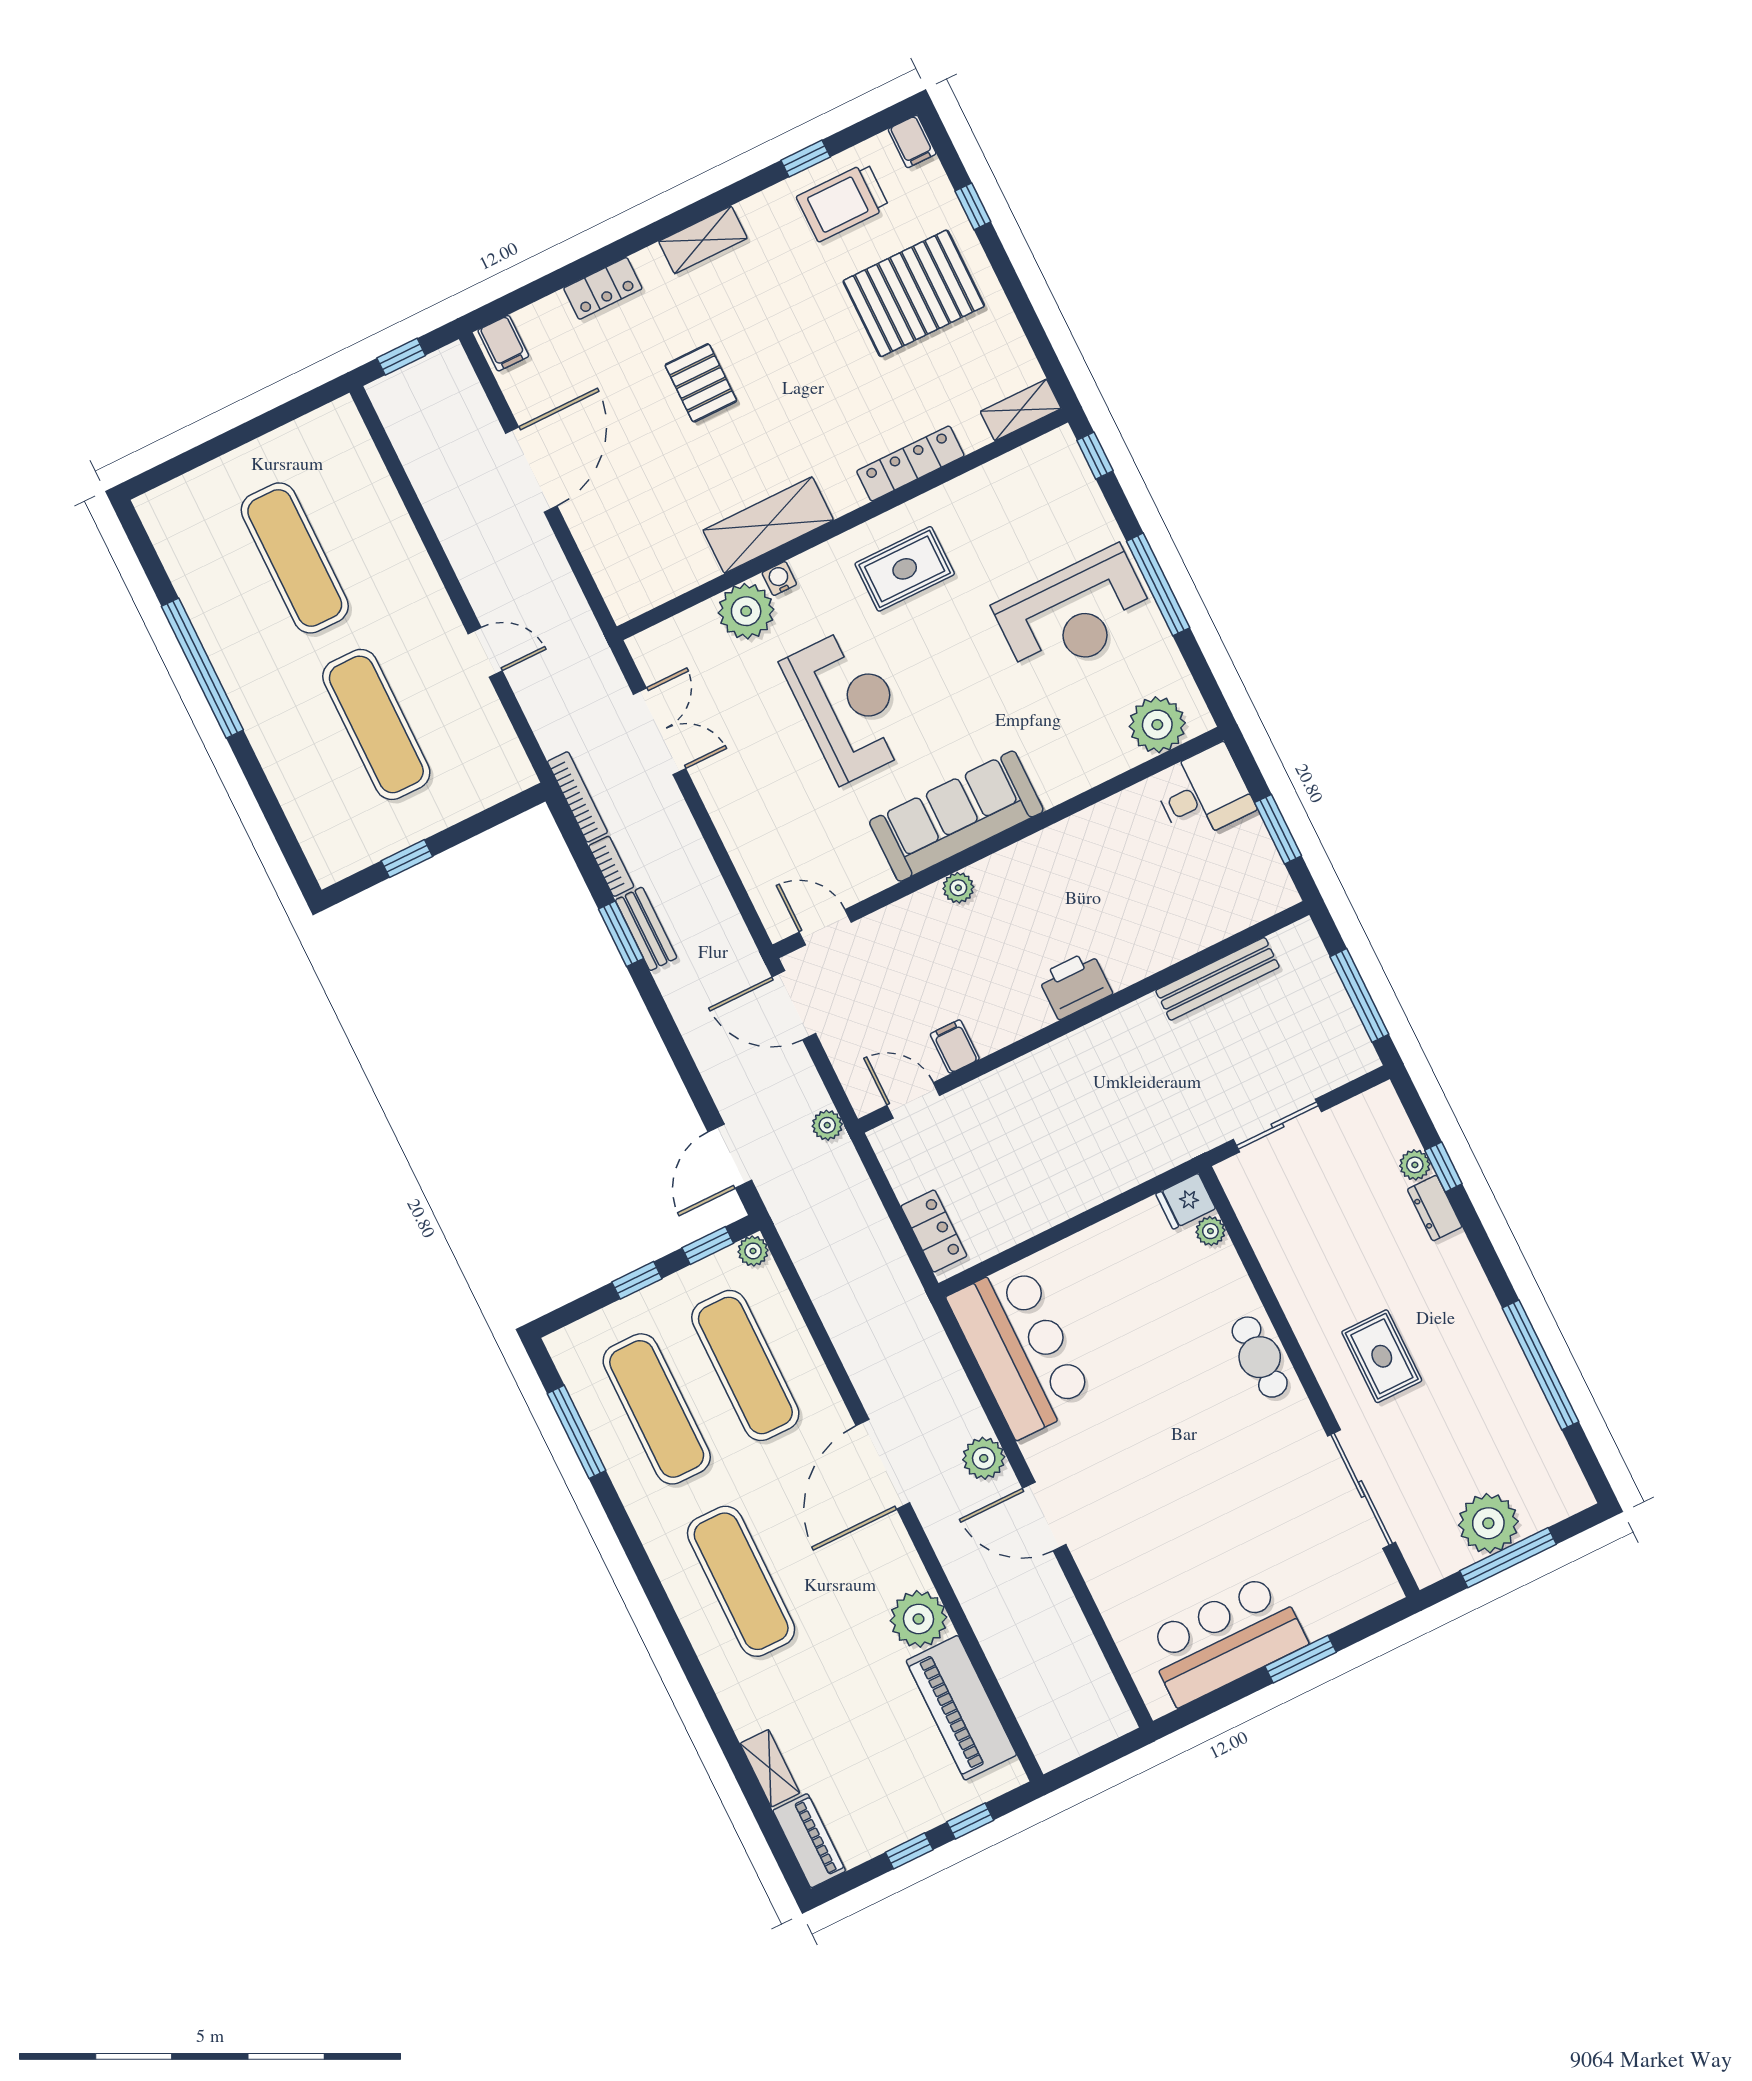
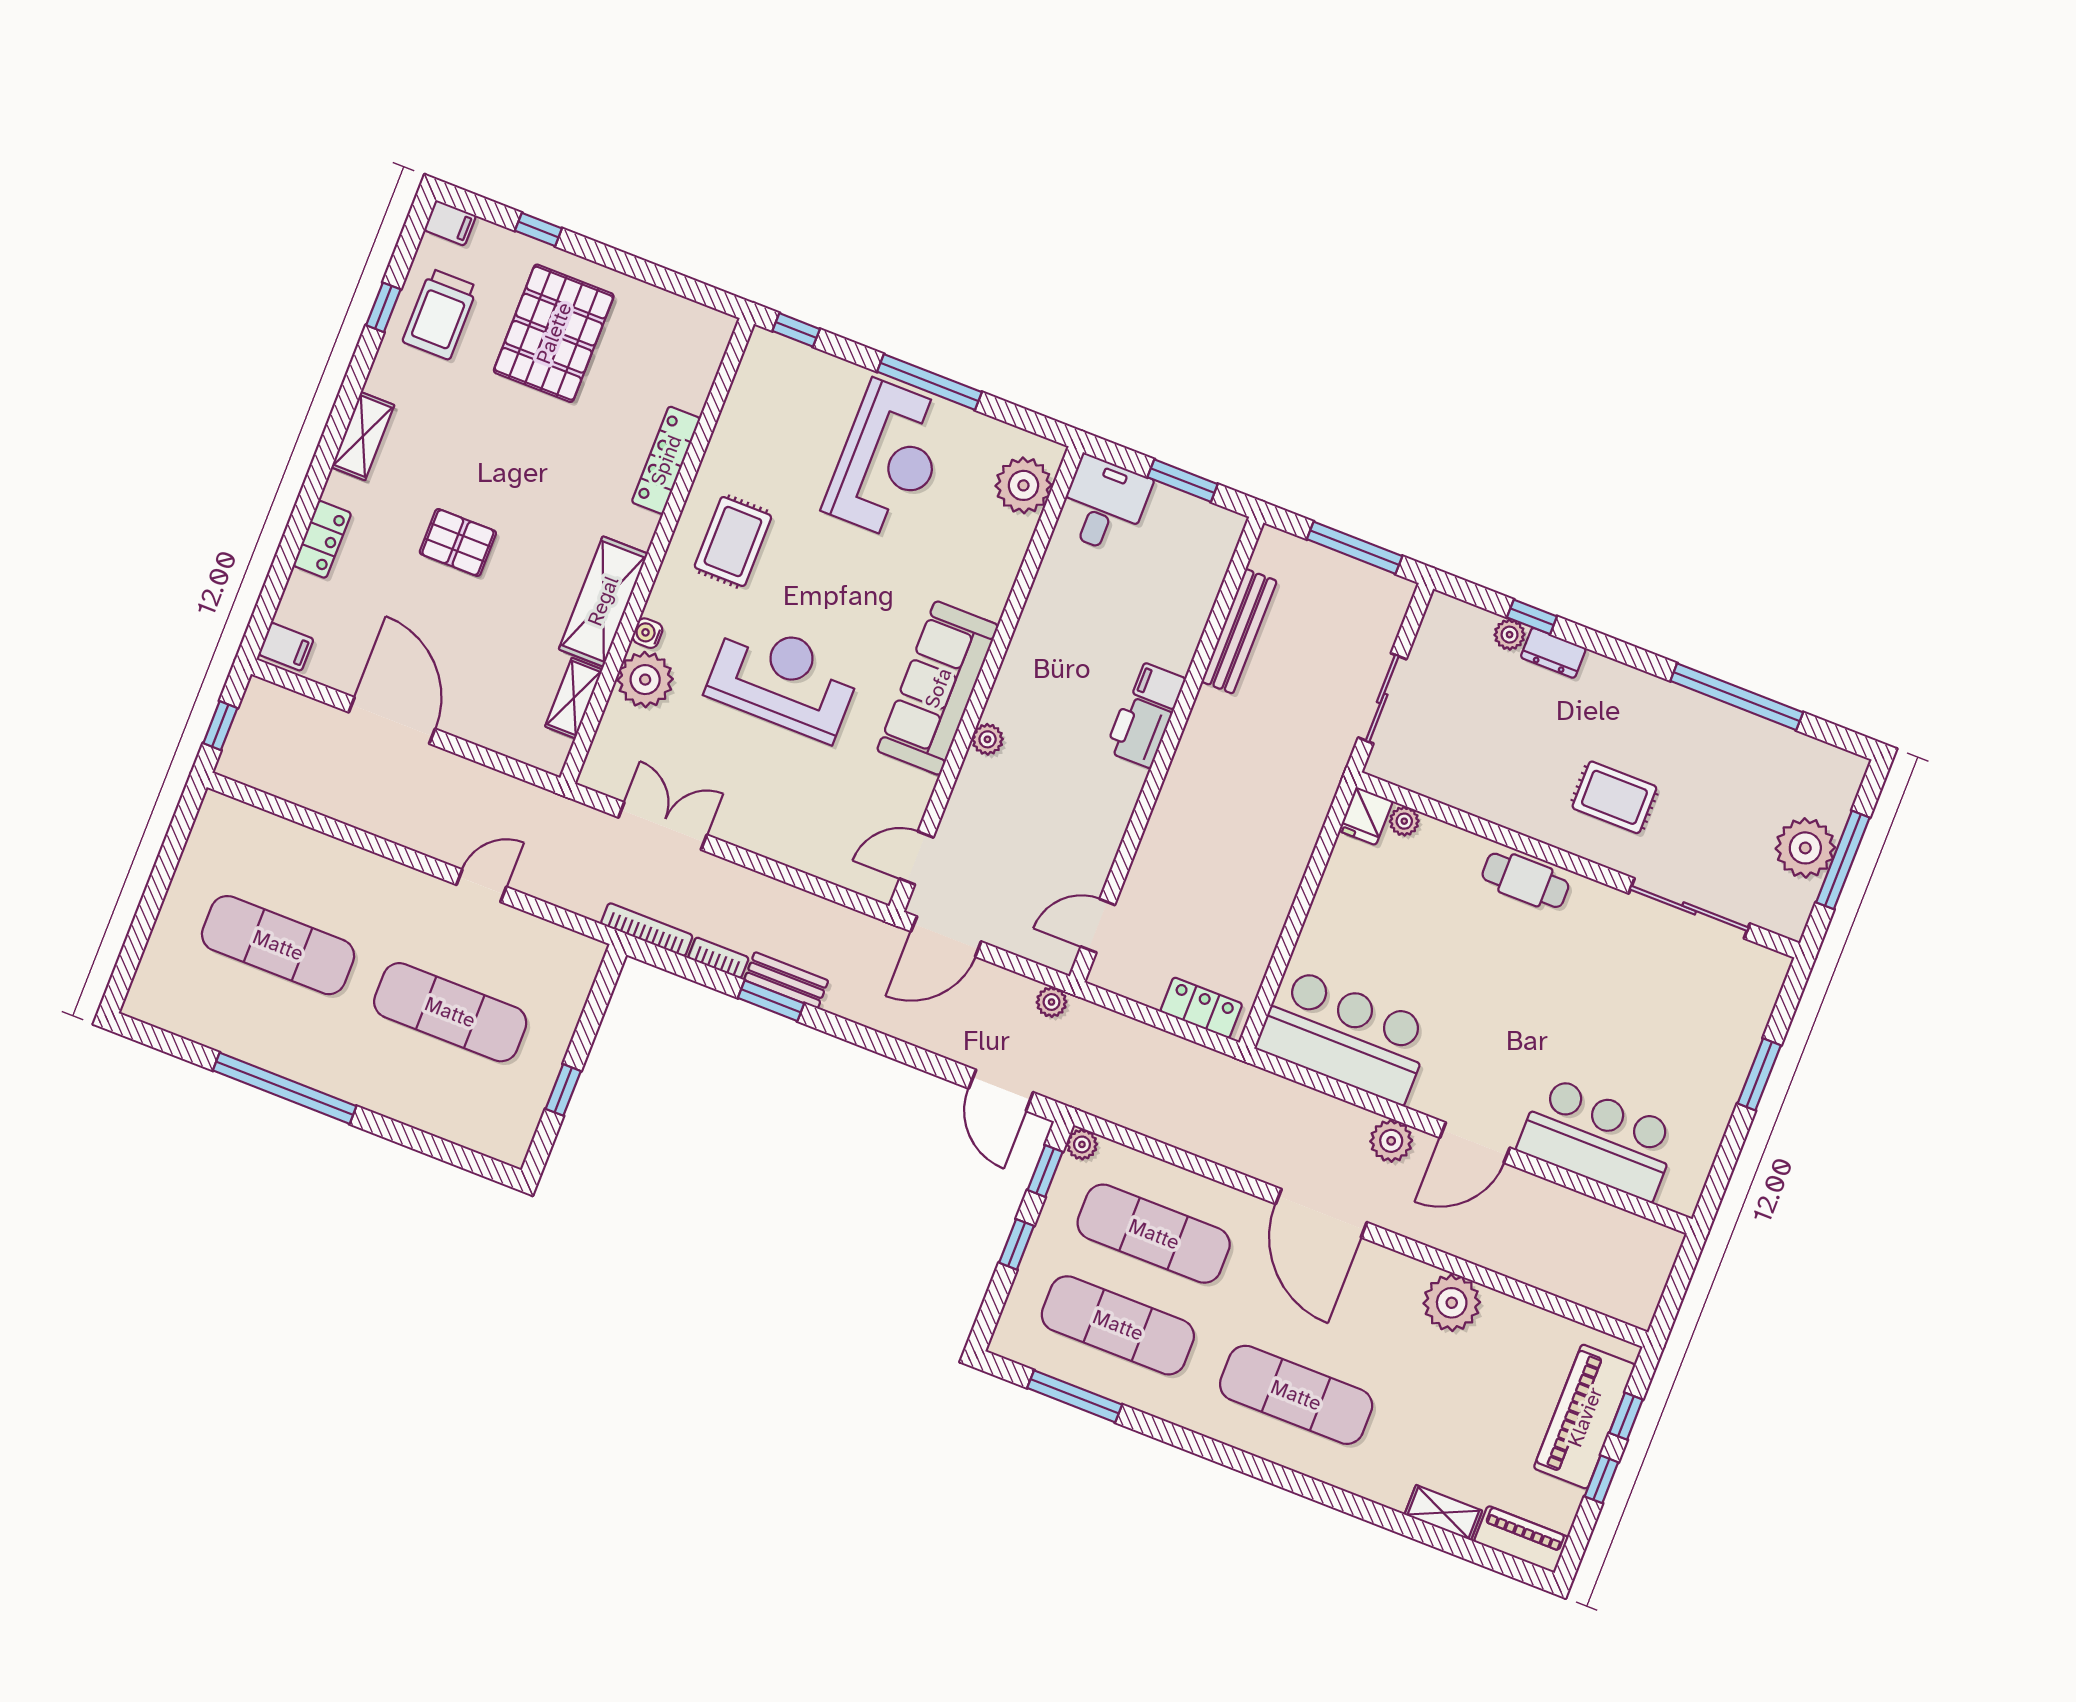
shelving: (1021, 410) -> (574, 698), moved
filing cabinet: (955, 1047) -> (1159, 686), moved
bar counter: (1225, 1640) -> (1598, 1139), moved, turned 90
piano: (961, 1708) -> (1585, 1417), moved, turned 90

